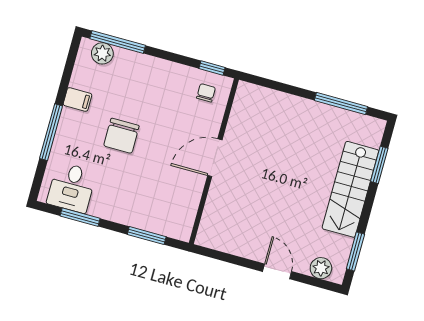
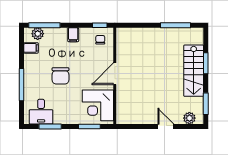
filing cabinet: (162, 72) -> (73, 35), added
filing cabinet: (78, 99) -> (31, 48), moved
window: (379, 165) -> (206, 63), moved
corner desk: (171, 203) -> (98, 105), added

